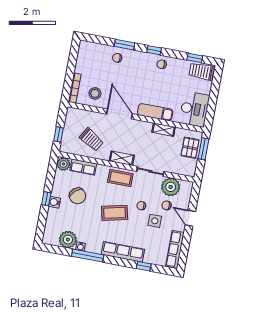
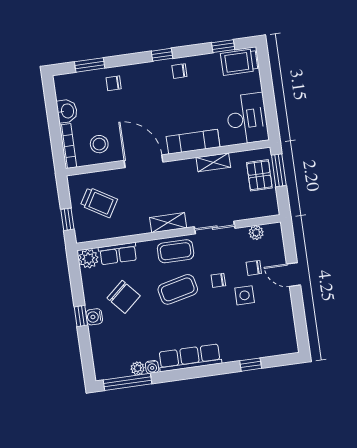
window: (125, 45) -> (90, 65), moved
washbasin: (82, 65) -> (67, 111), added
trolley: (91, 140) -> (99, 202), moved
plant: (171, 187) -> (256, 233), width x0.53, depth x0.53
coffee table: (115, 213) -> (178, 289), moved
plant: (68, 240) -> (138, 368), width x0.53, depth x0.53
row of seats: (175, 249) -> (287, 326), removed
row of seats: (123, 252) -> (190, 358), moved
window: (88, 256) -> (127, 382), moved

